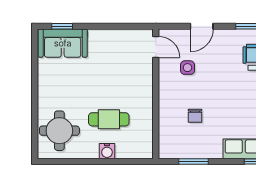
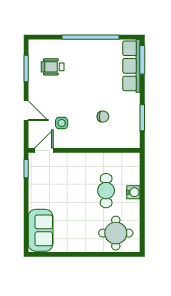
window: (62, 26) -> (26, 169), moved

